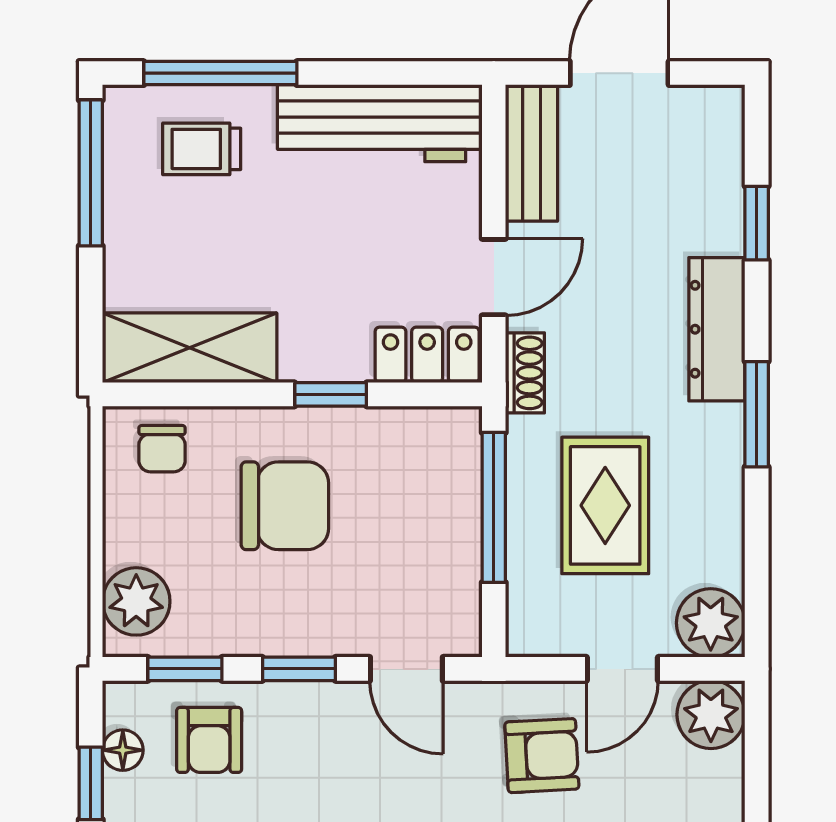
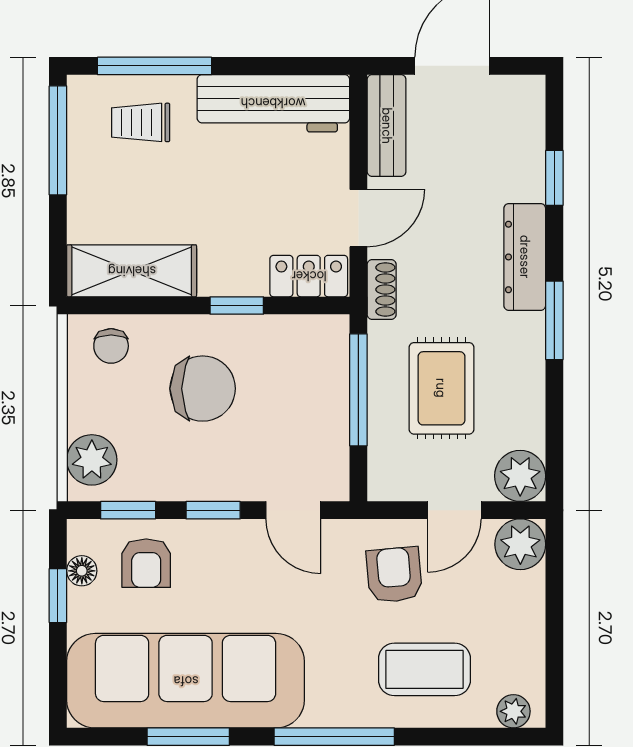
armchair: (542, 756) -> (394, 575), turned -92

